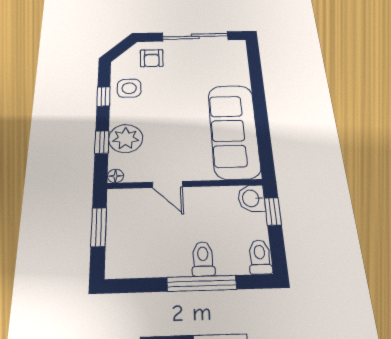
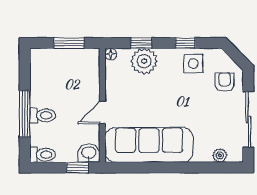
armchair: (152, 58) -> (225, 82), turned 90
plant: (240, 61) -> (220, 155), added
door: (167, 184) -> (102, 113), moved

